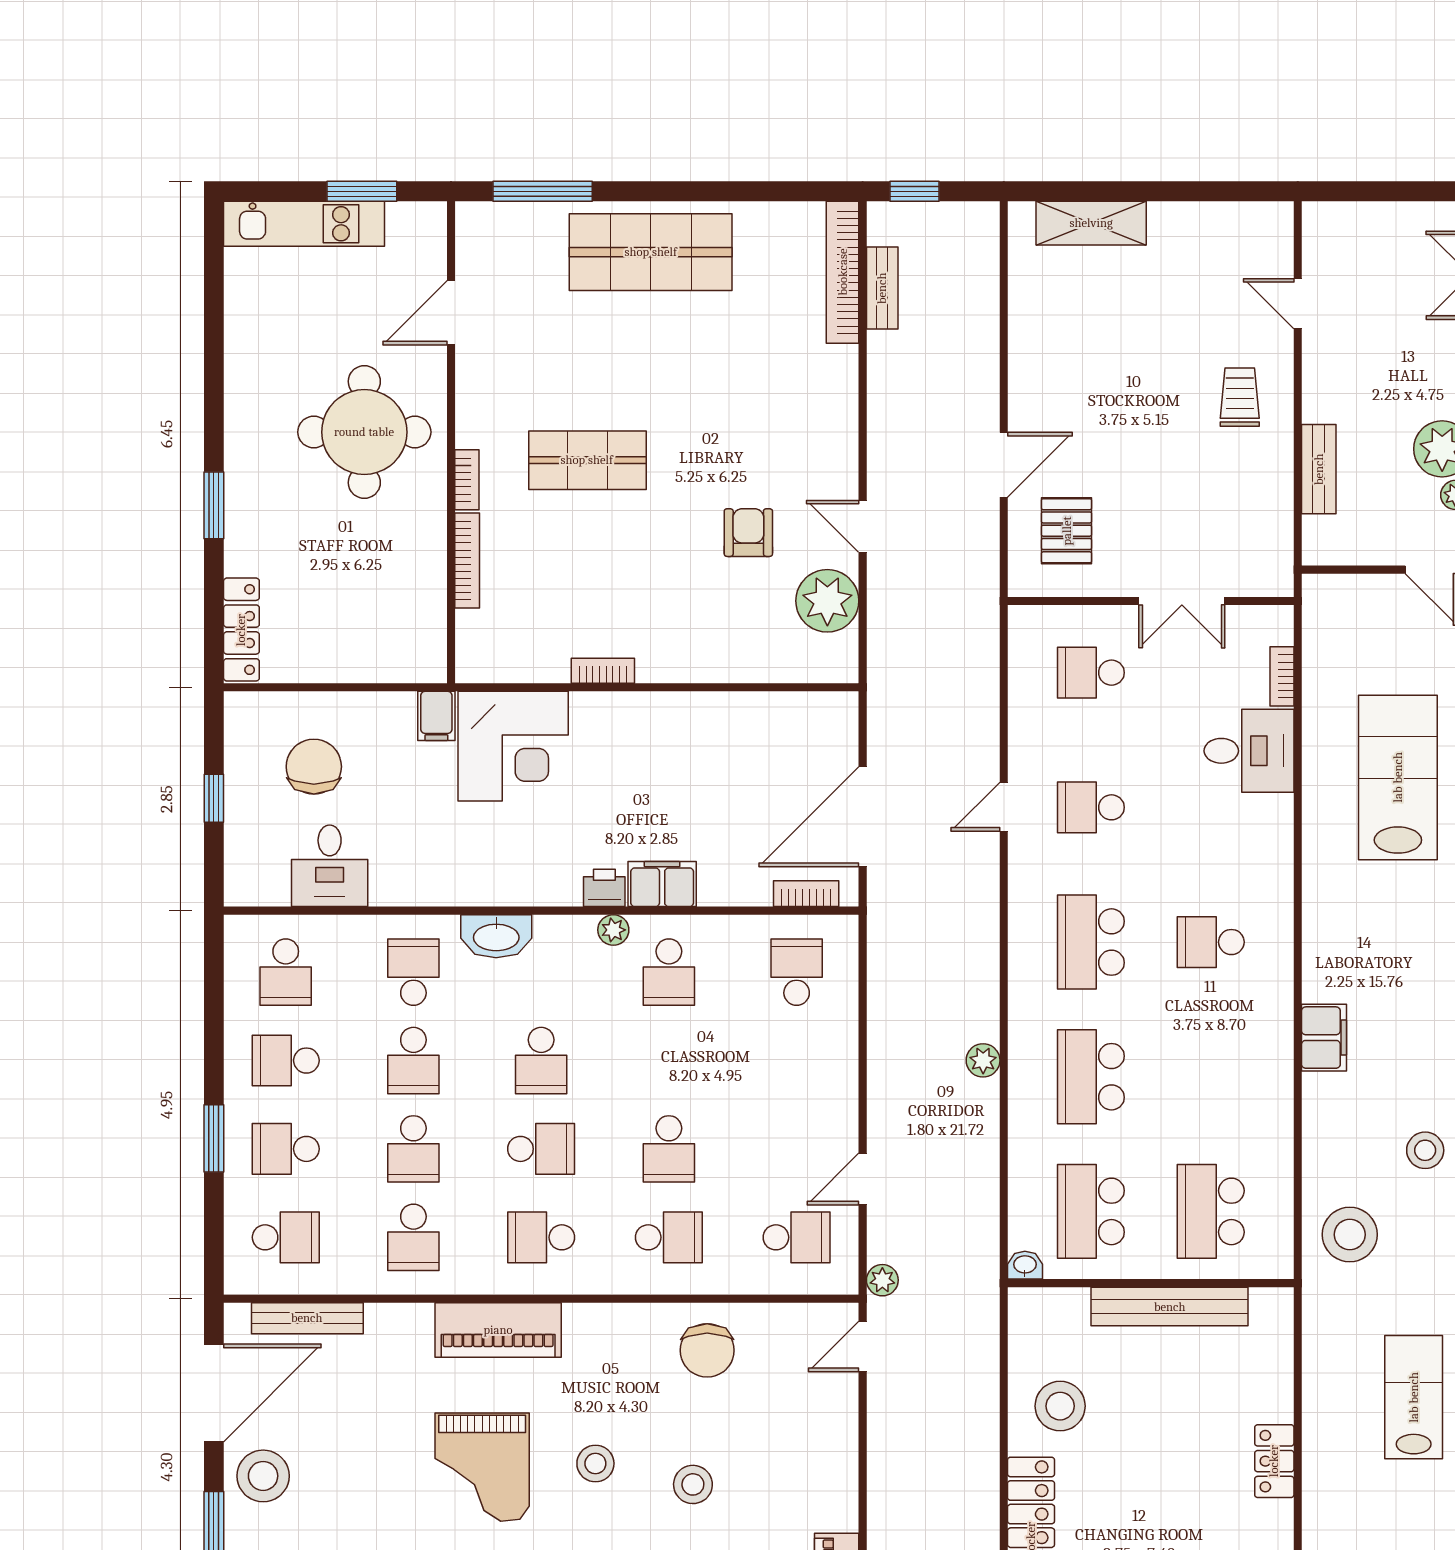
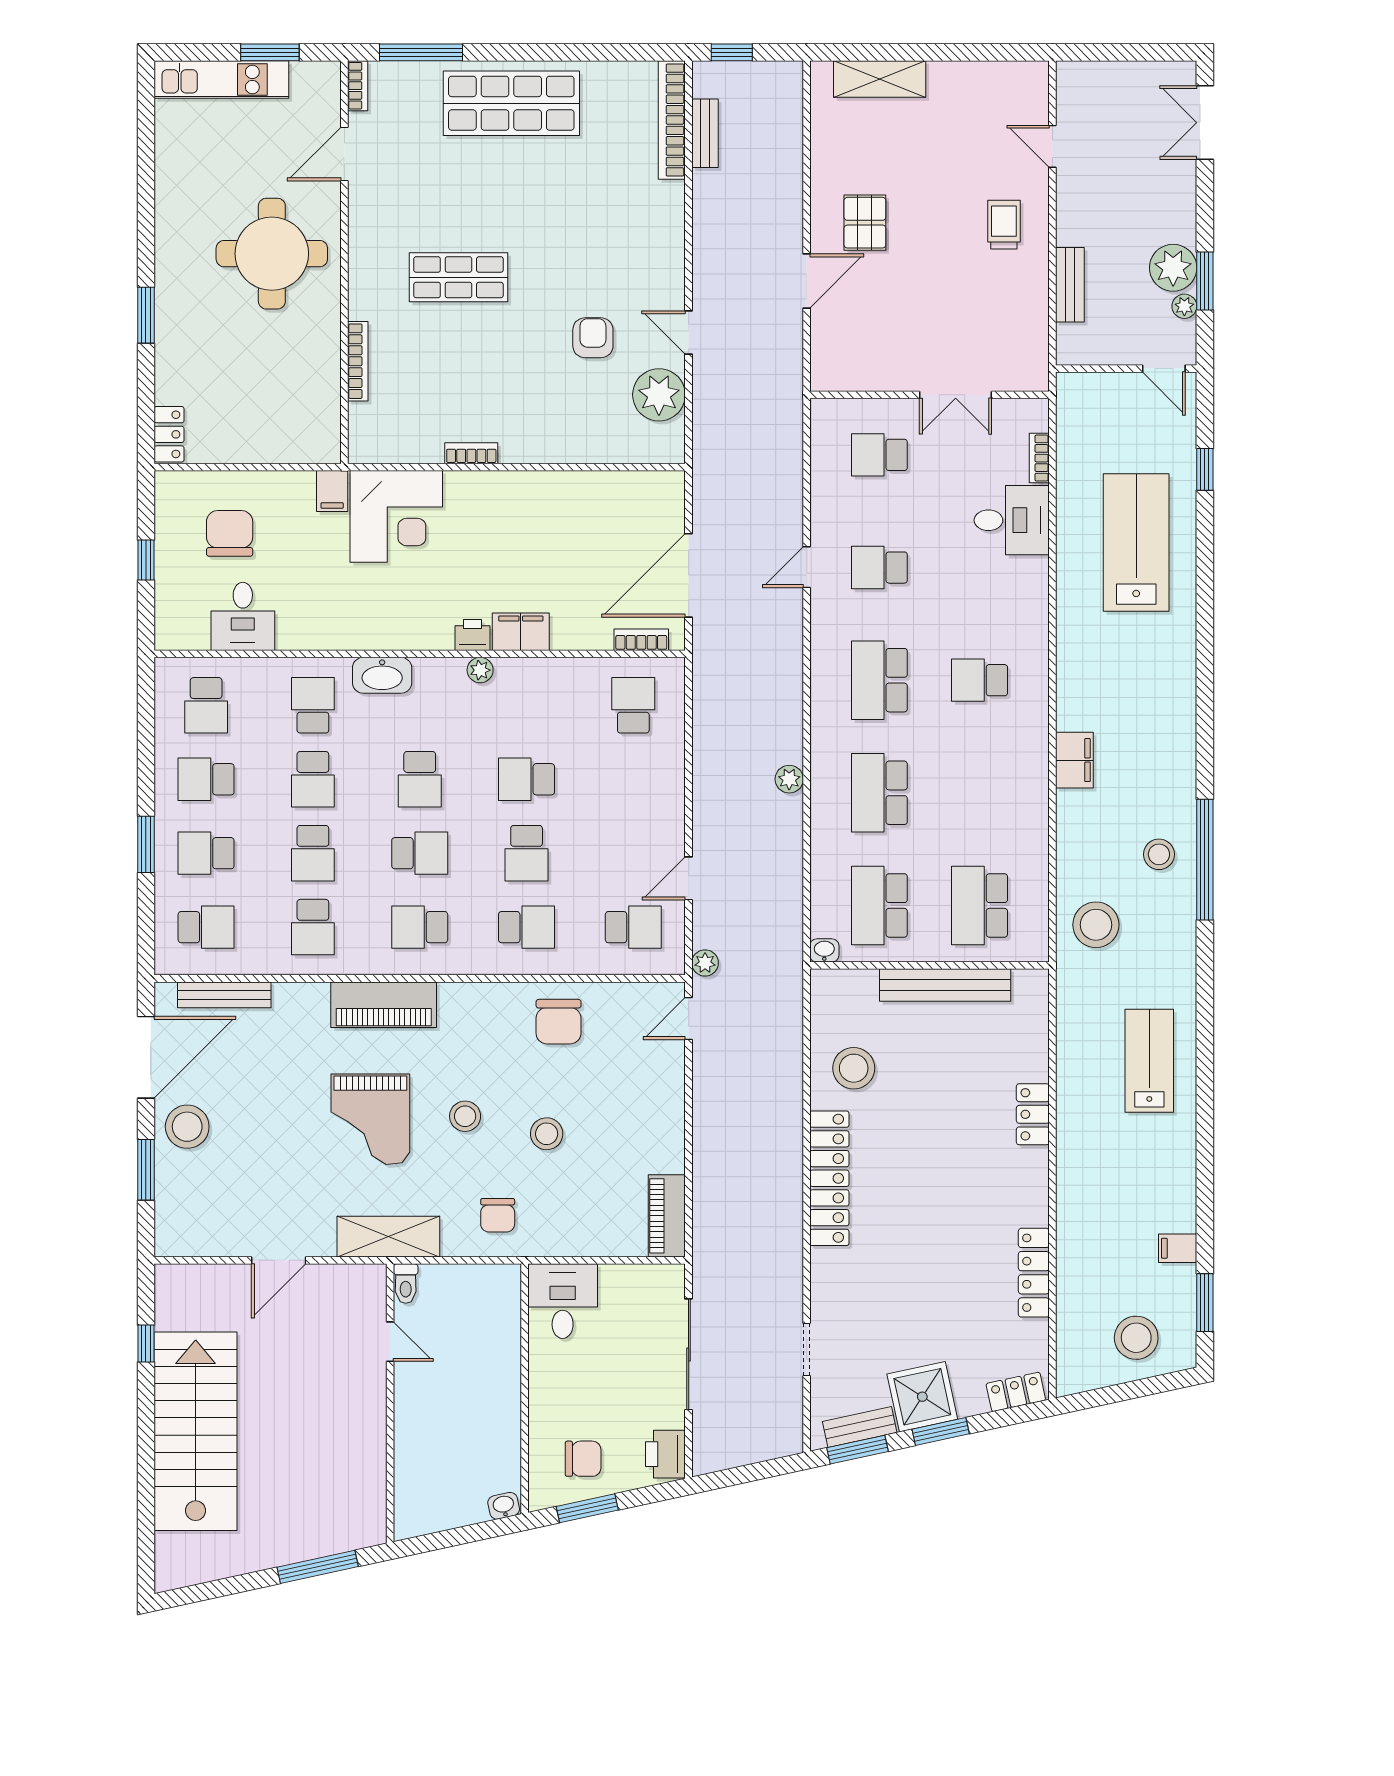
bookcase: (467, 480) -> (358, 86), moved
pallet: (1067, 531) -> (865, 223), moved
locker: (241, 630) -> (169, 434), width x0.66
school desk: (669, 972) -> (527, 779), moved, turned 90

